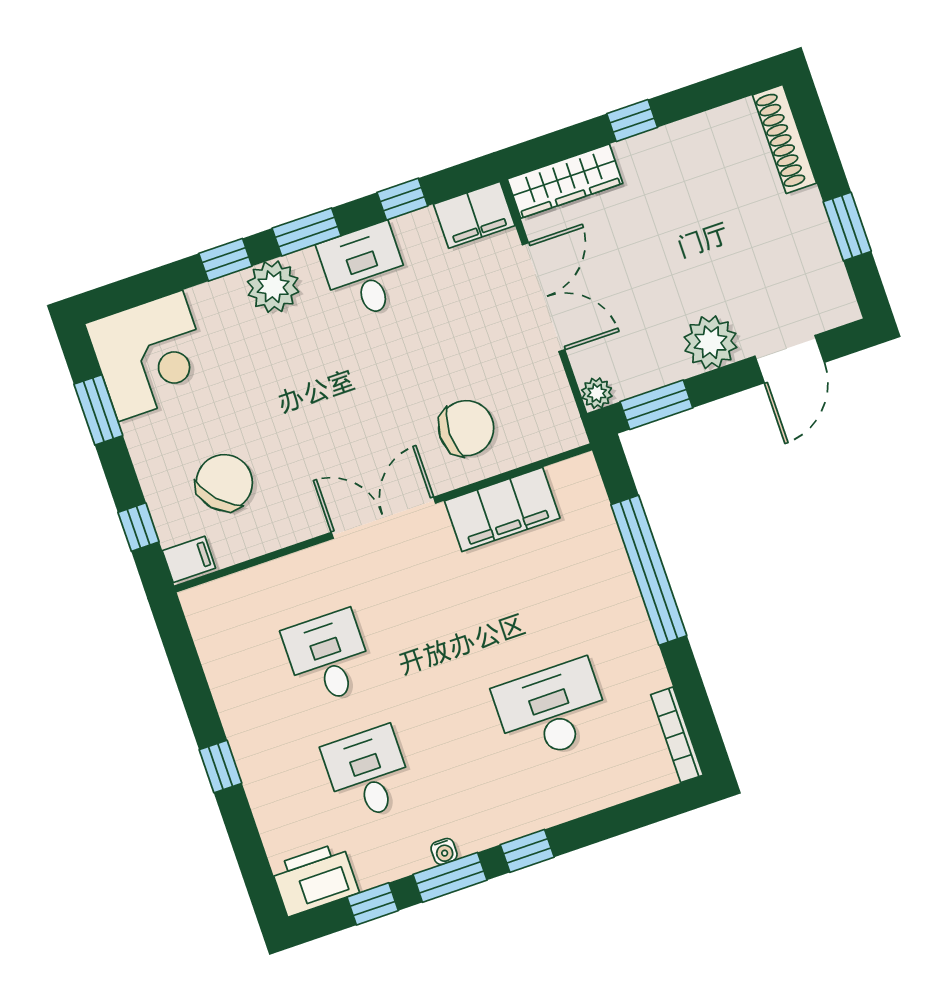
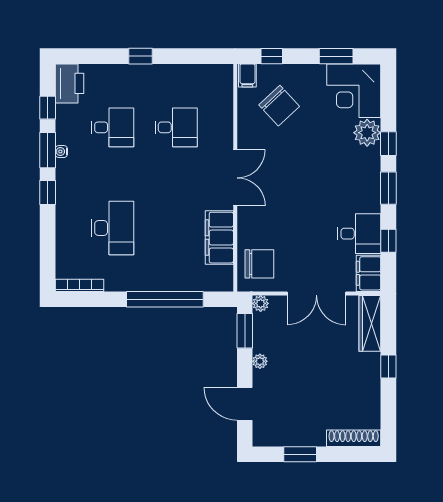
desk: (365, 271) -> (359, 234), moved
plant: (273, 287) -> (367, 133), moved
plant: (710, 342) -> (260, 361), width x0.53, depth x0.53
chair: (466, 428) -> (259, 264), moved, turned -90

